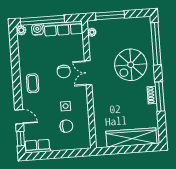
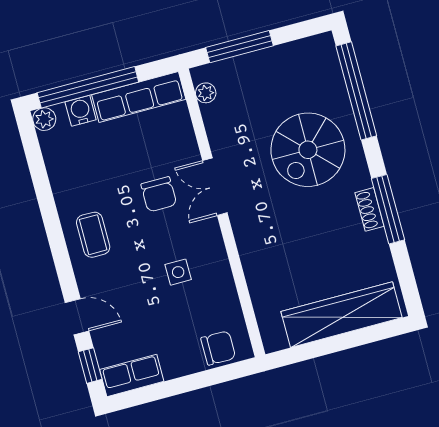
chair: (66, 126) -> (218, 348), moved

